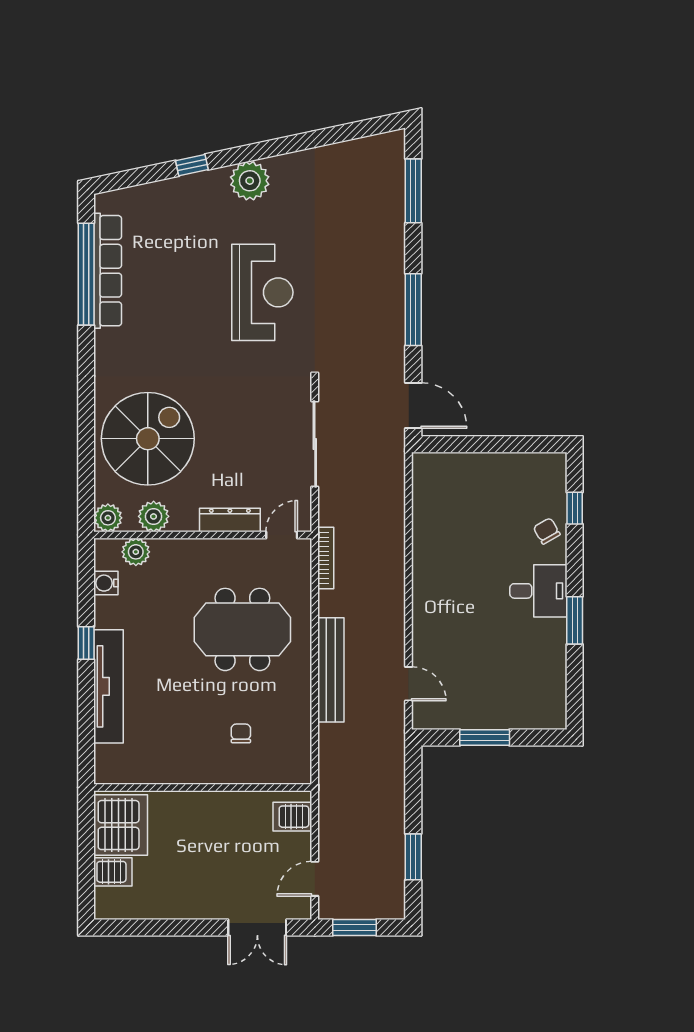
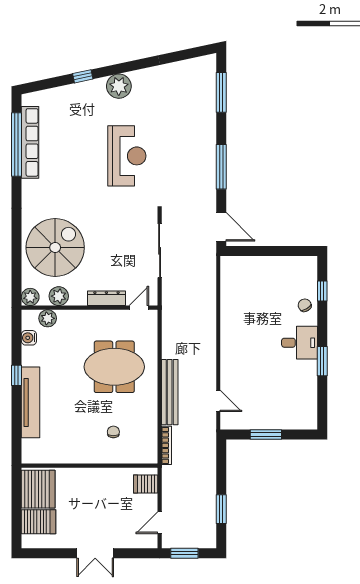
bookcase: (326, 558) -> (167, 445), moved
server rack: (113, 872) -> (38, 522), width x1.36, depth x1.44
double door: (257, 928) -> (95, 553), moved

